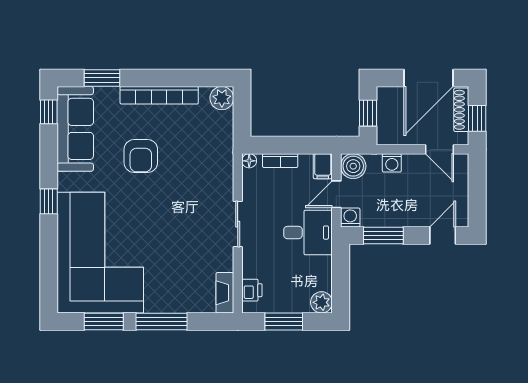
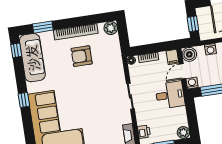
armchair: (141, 156) -> (82, 56), moved, turned 90

